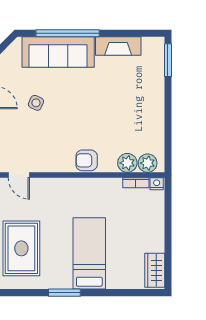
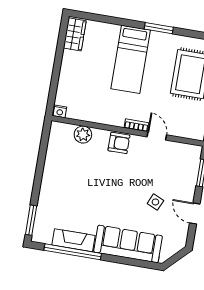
window: (68, 33) -> (73, 252), moved
plant: (148, 163) -> (65, 131), removed
door: (19, 175) -> (157, 136), moved
bookcase: (136, 183) -> (136, 125), moved

